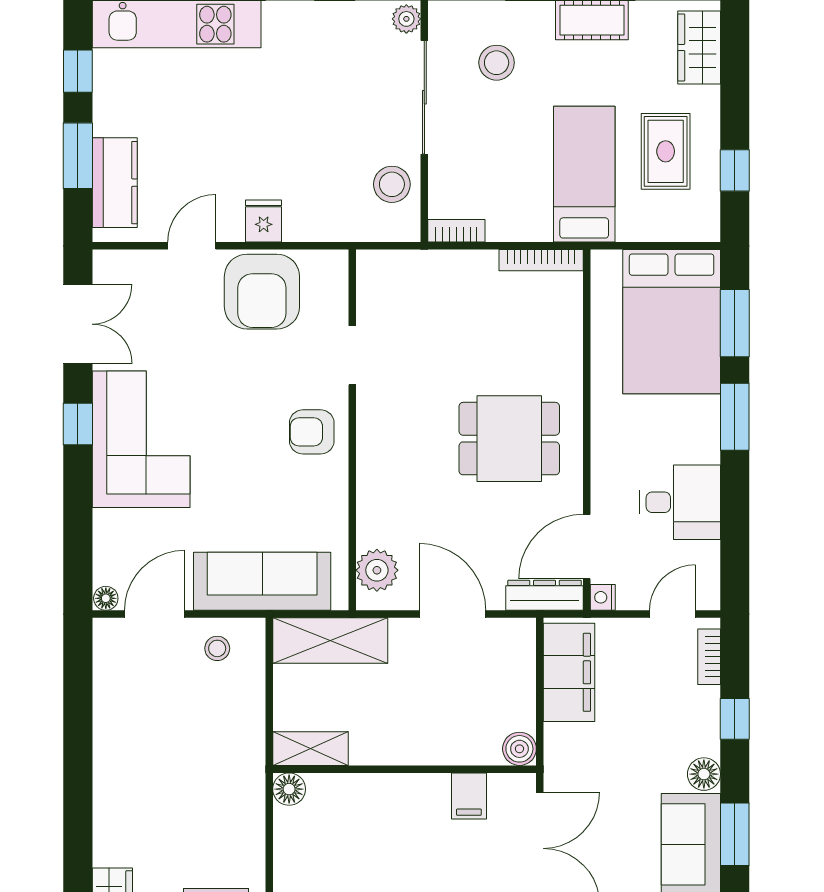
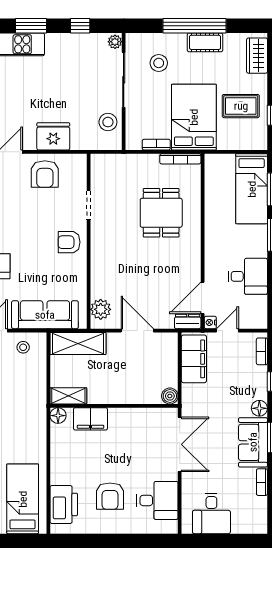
rug: (666, 151) -> (241, 106), turned 90
bed: (584, 174) -> (194, 117), width x1.50
fridge: (264, 221) -> (53, 136), width x1.88, depth x1.34
bookcase: (456, 231) -> (156, 145), moved
armchair: (262, 292) -> (45, 174), width x0.73, depth x0.73
bed: (672, 322) -> (252, 189), width x0.67
dining table: (509, 439) -> (161, 213), moved, turned 90
dresser: (544, 595) -> (188, 321), width x0.70
door: (672, 614) -> (227, 331), moved
filing cabinet: (469, 796) -> (90, 419), moved, width x2.00

